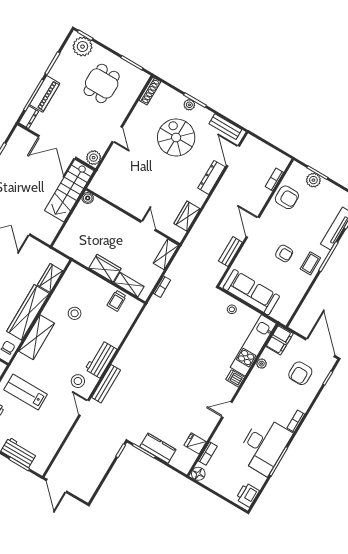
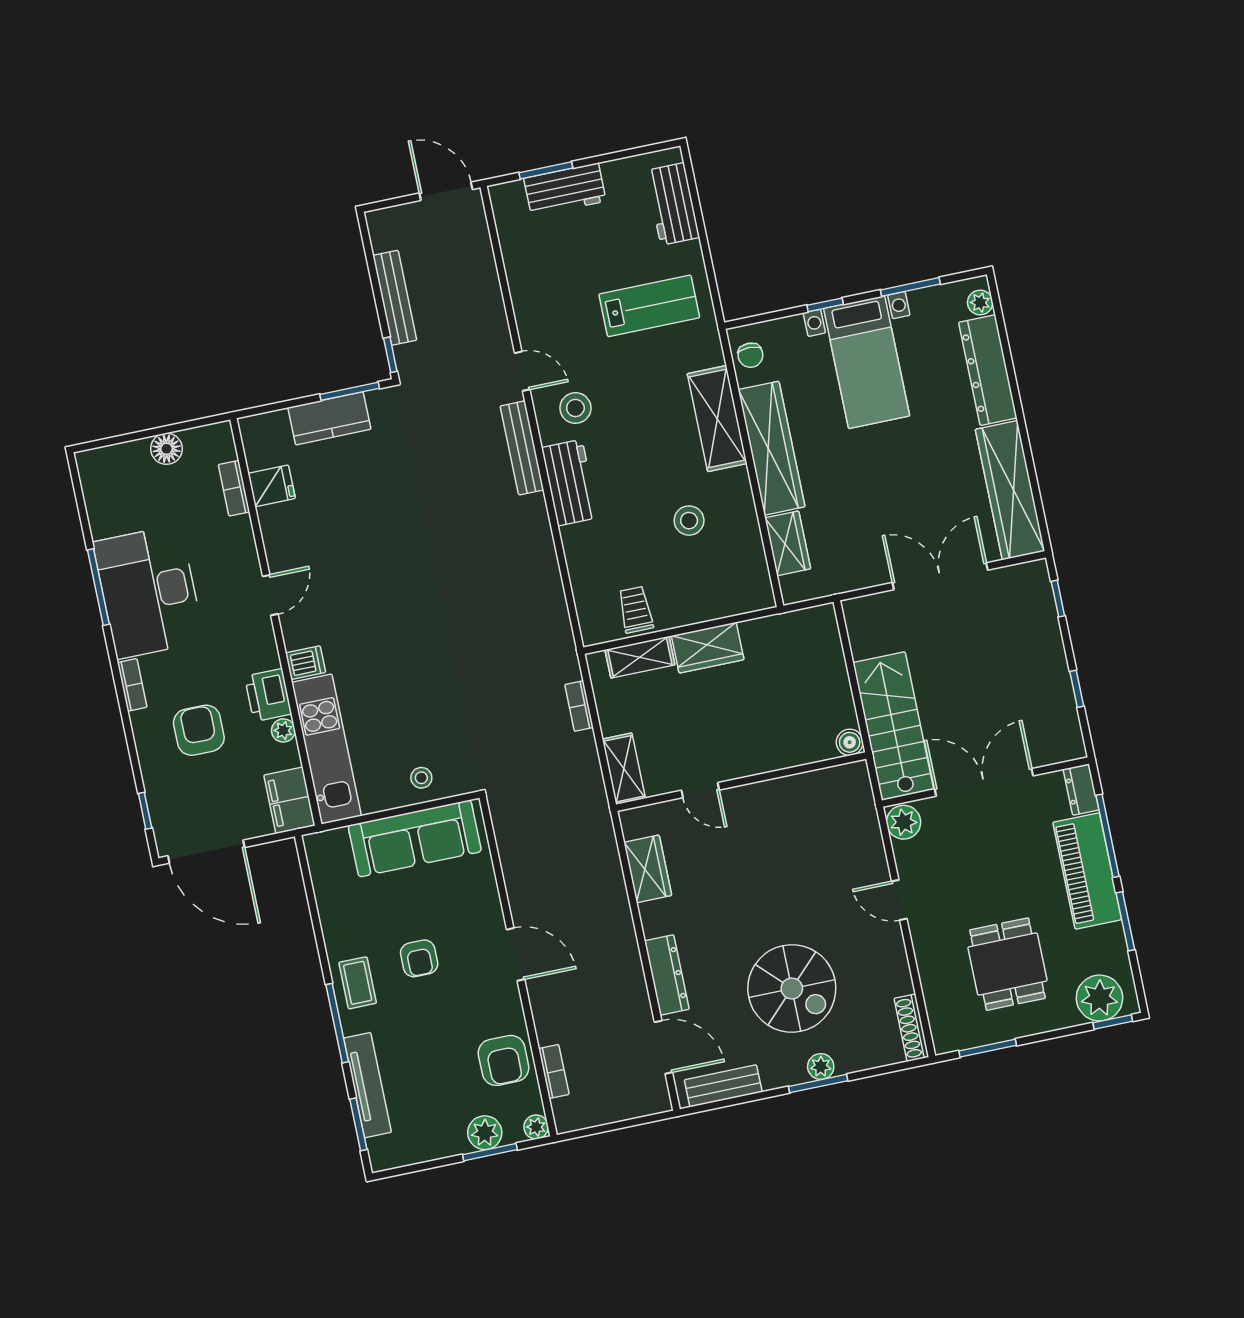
piano: (45, 94) -> (1087, 871), width x1.37, depth x1.33
plant: (296, 167) -> (536, 1127), added
armchair: (287, 197) -> (504, 1060), turned -90
bench: (230, 252) -> (395, 298), moved, width x1.36
armchair: (284, 253) -> (419, 958), turned -90
armchair: (300, 373) -> (199, 730), moved
floor lamp: (198, 474) -> (167, 449), moved
printer: (247, 495) -> (268, 695), moved, turned 180

